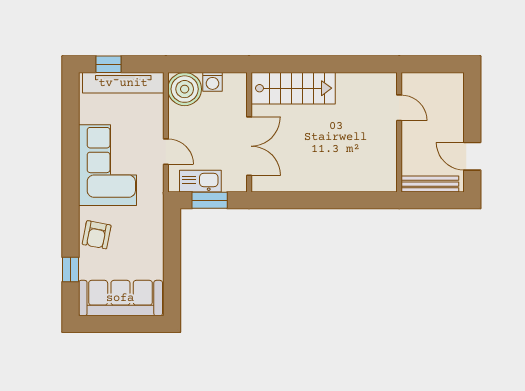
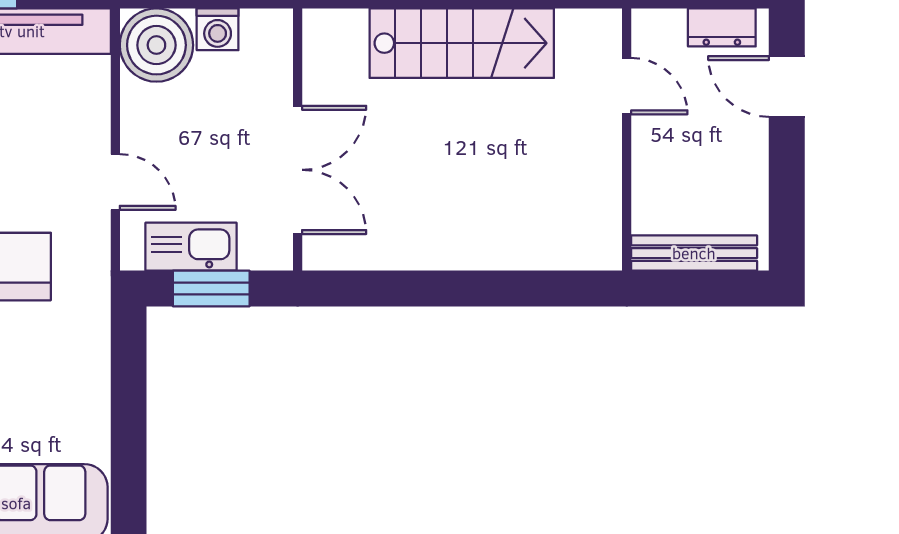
dresser: (443, 81) -> (722, 27), added
stairs: (293, 88) -> (462, 43), moved
door: (472, 156) -> (787, 86), moved

